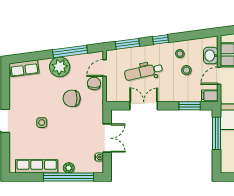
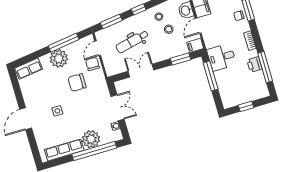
plant: (69, 168) -> (91, 139), width x1.87, depth x1.87

